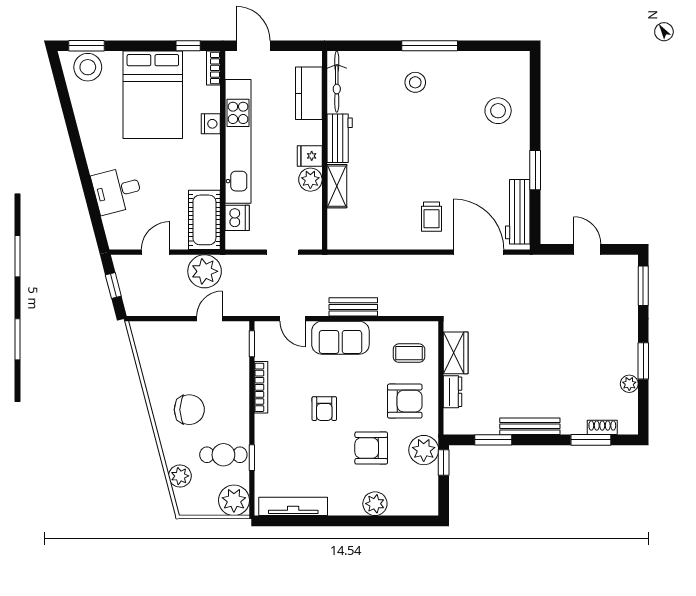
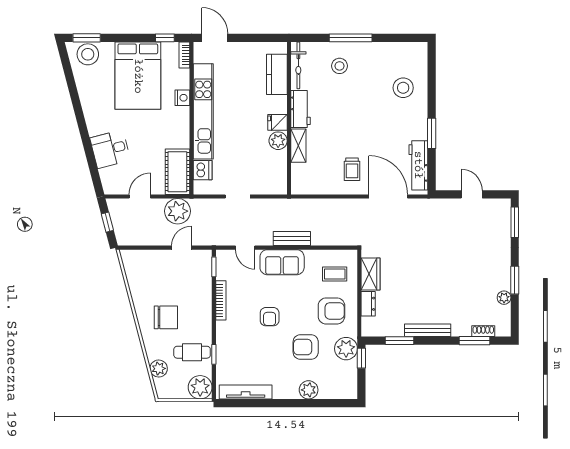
bicycle: (337, 82) -> (298, 65), moved
kitchen counter: (309, 93) -> (277, 74), moved
workbench: (340, 138) -> (301, 109), moved
wall: (325, 150) -> (289, 118), moved
fridge: (310, 156) -> (278, 122), moved
plant: (310, 180) -> (278, 141), moved
shelving: (337, 186) -> (298, 146), moved

